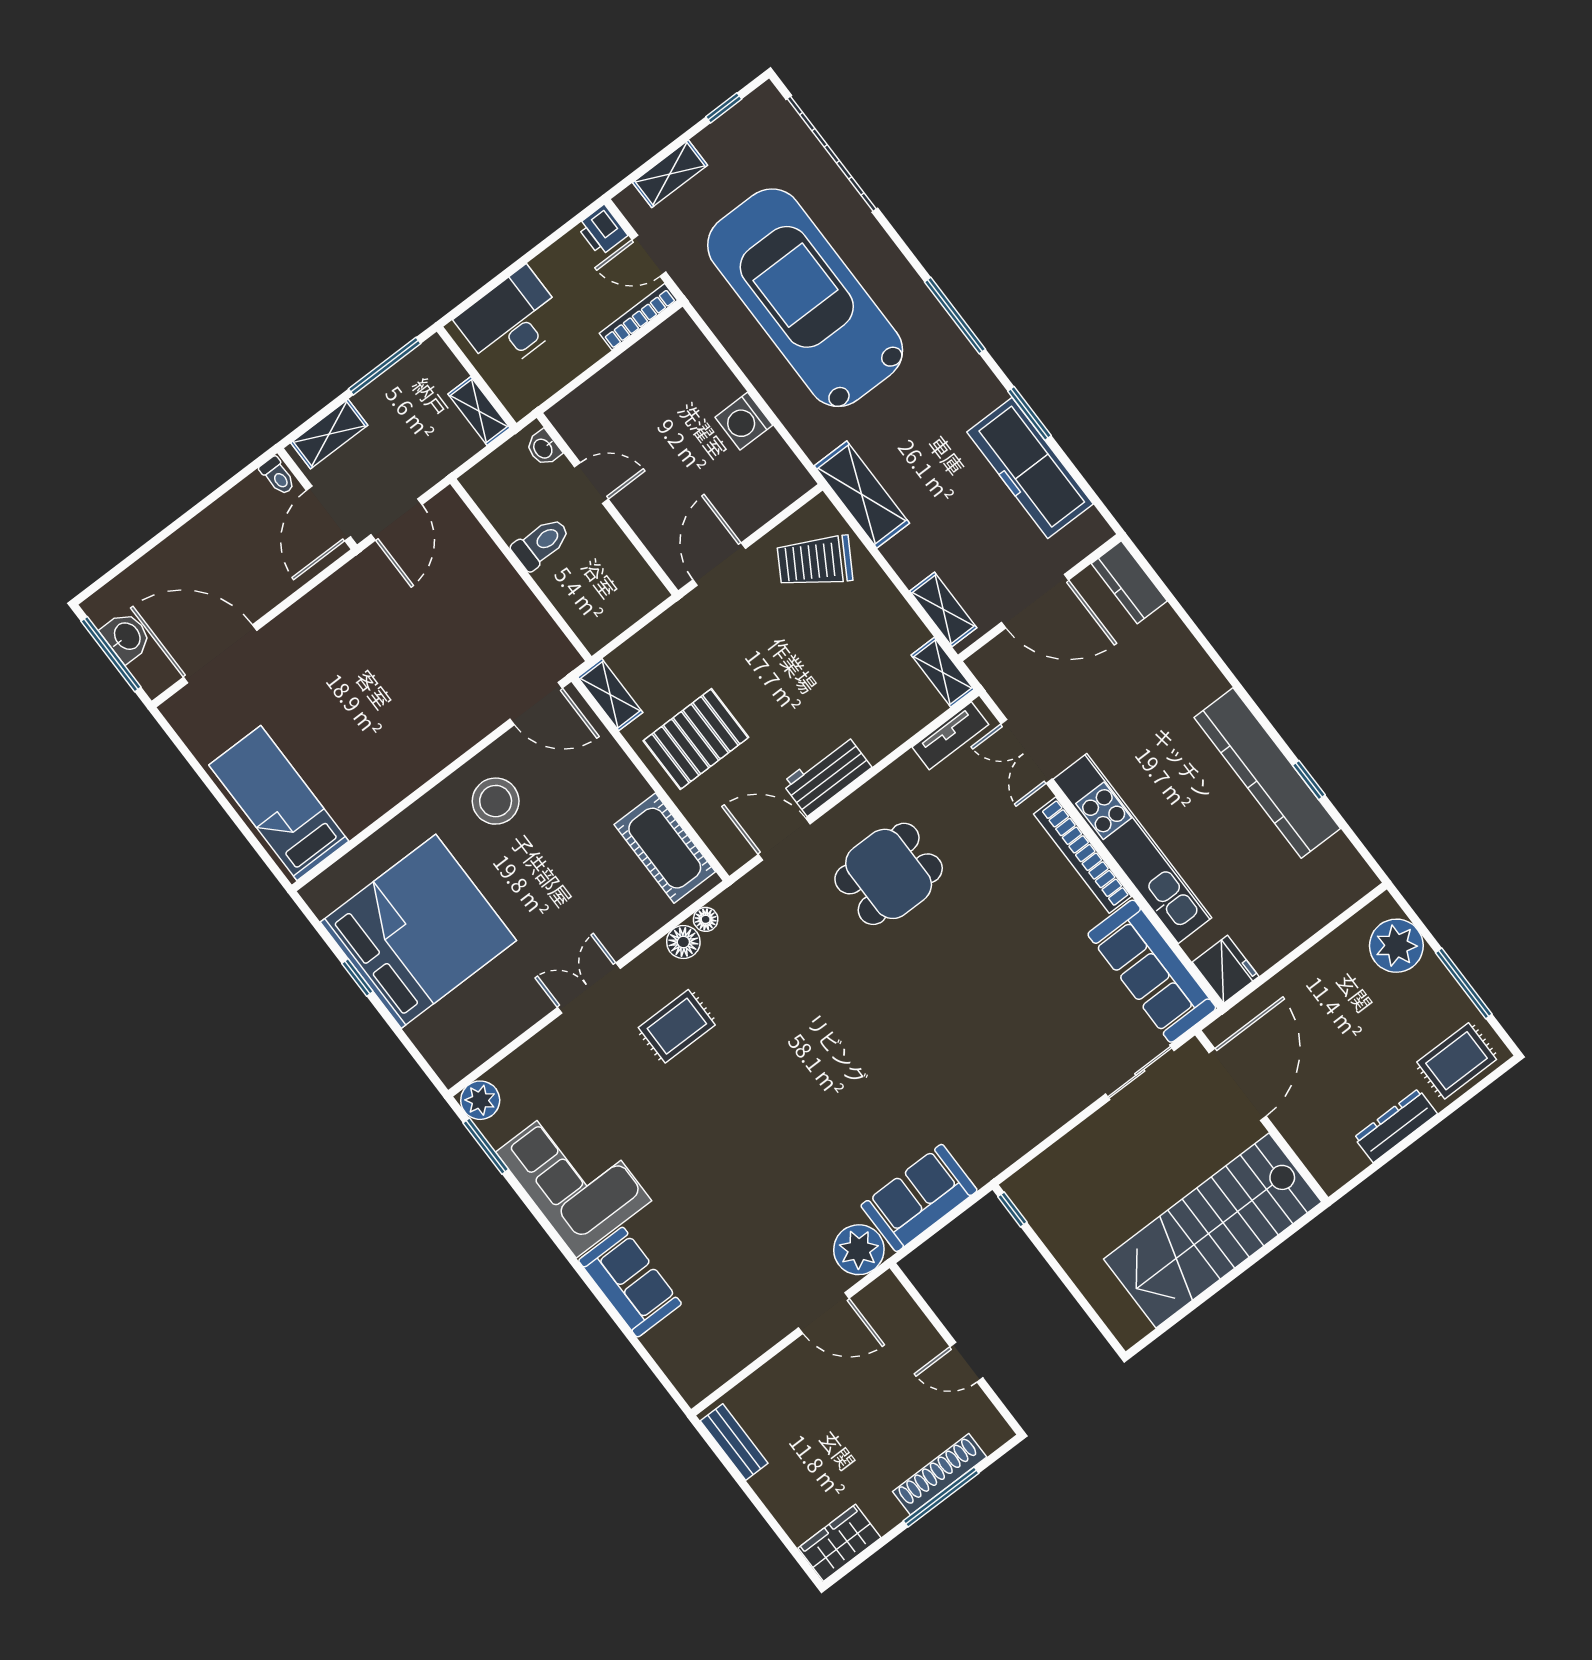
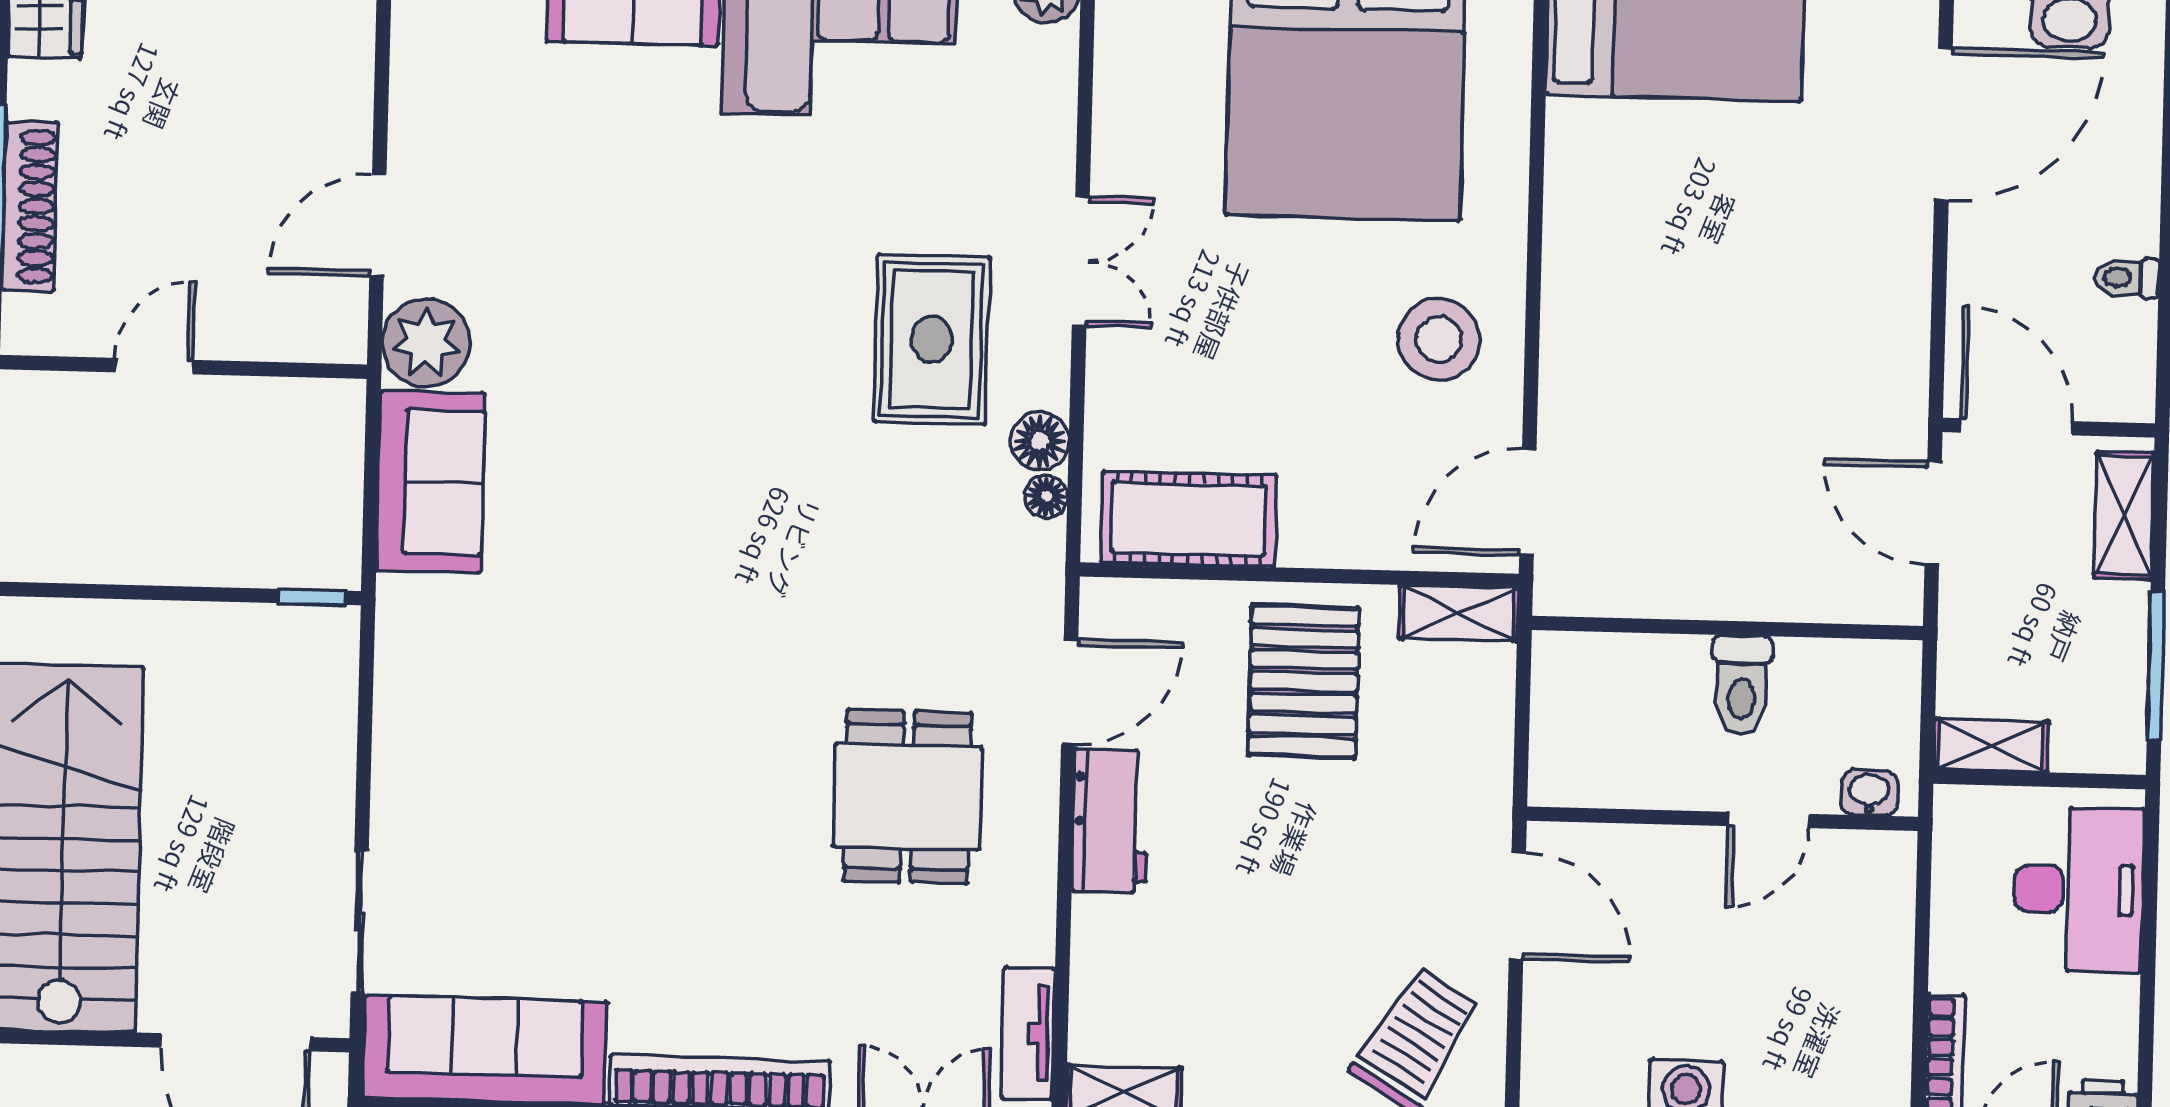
toilet: (278, 476) -> (2126, 278), moved
rug: (677, 1026) -> (932, 339), width x1.36, depth x1.43

